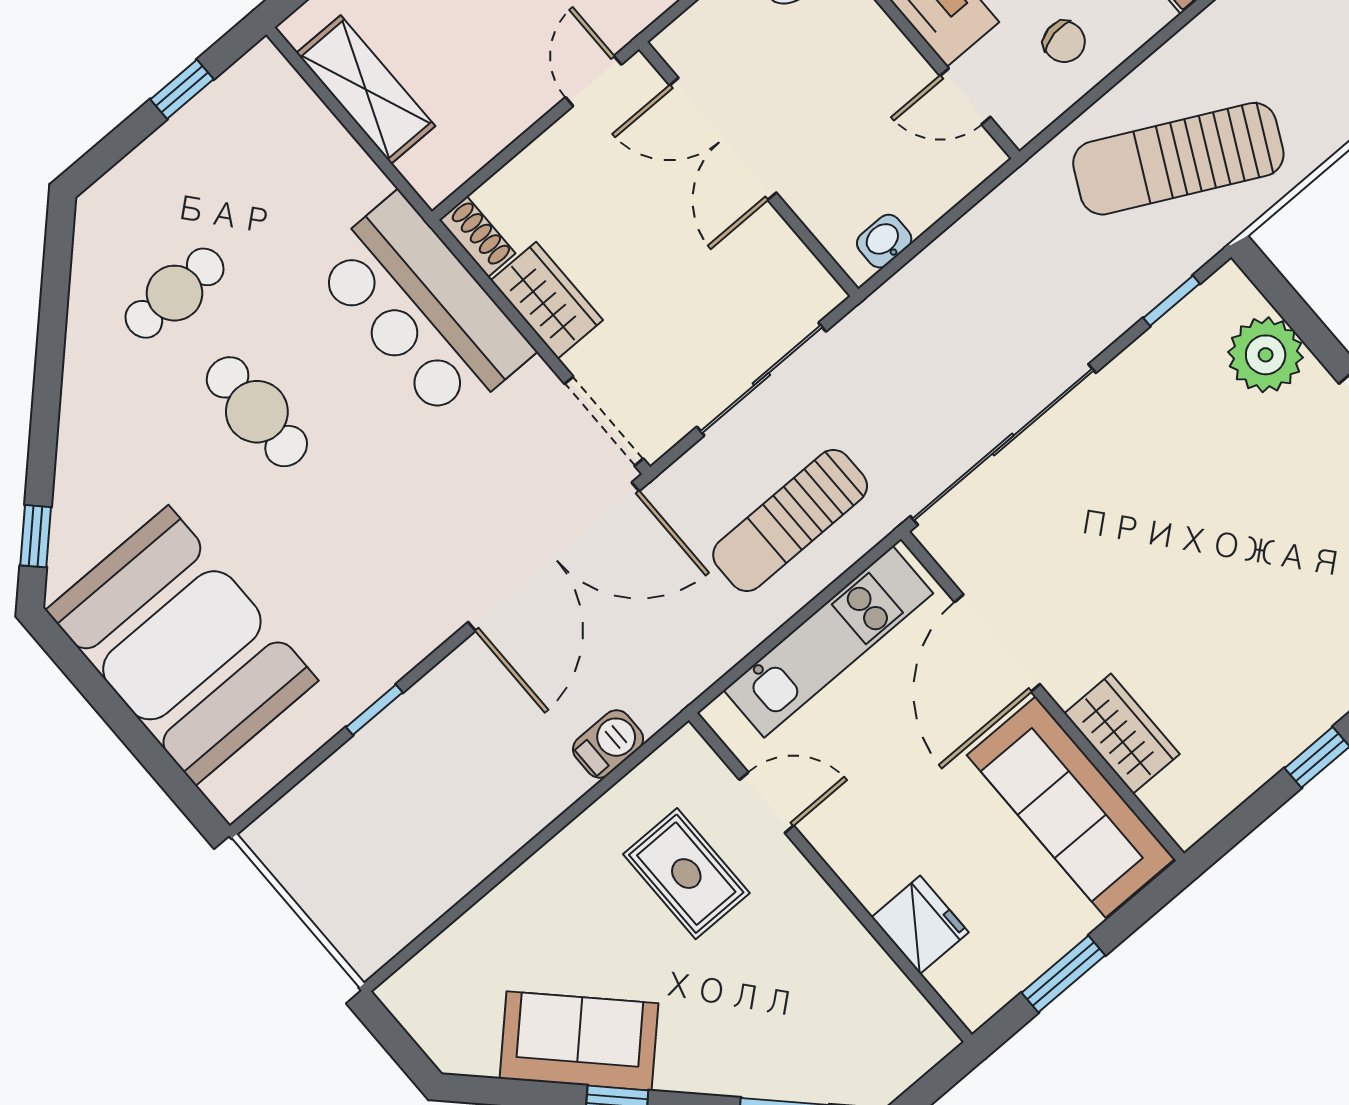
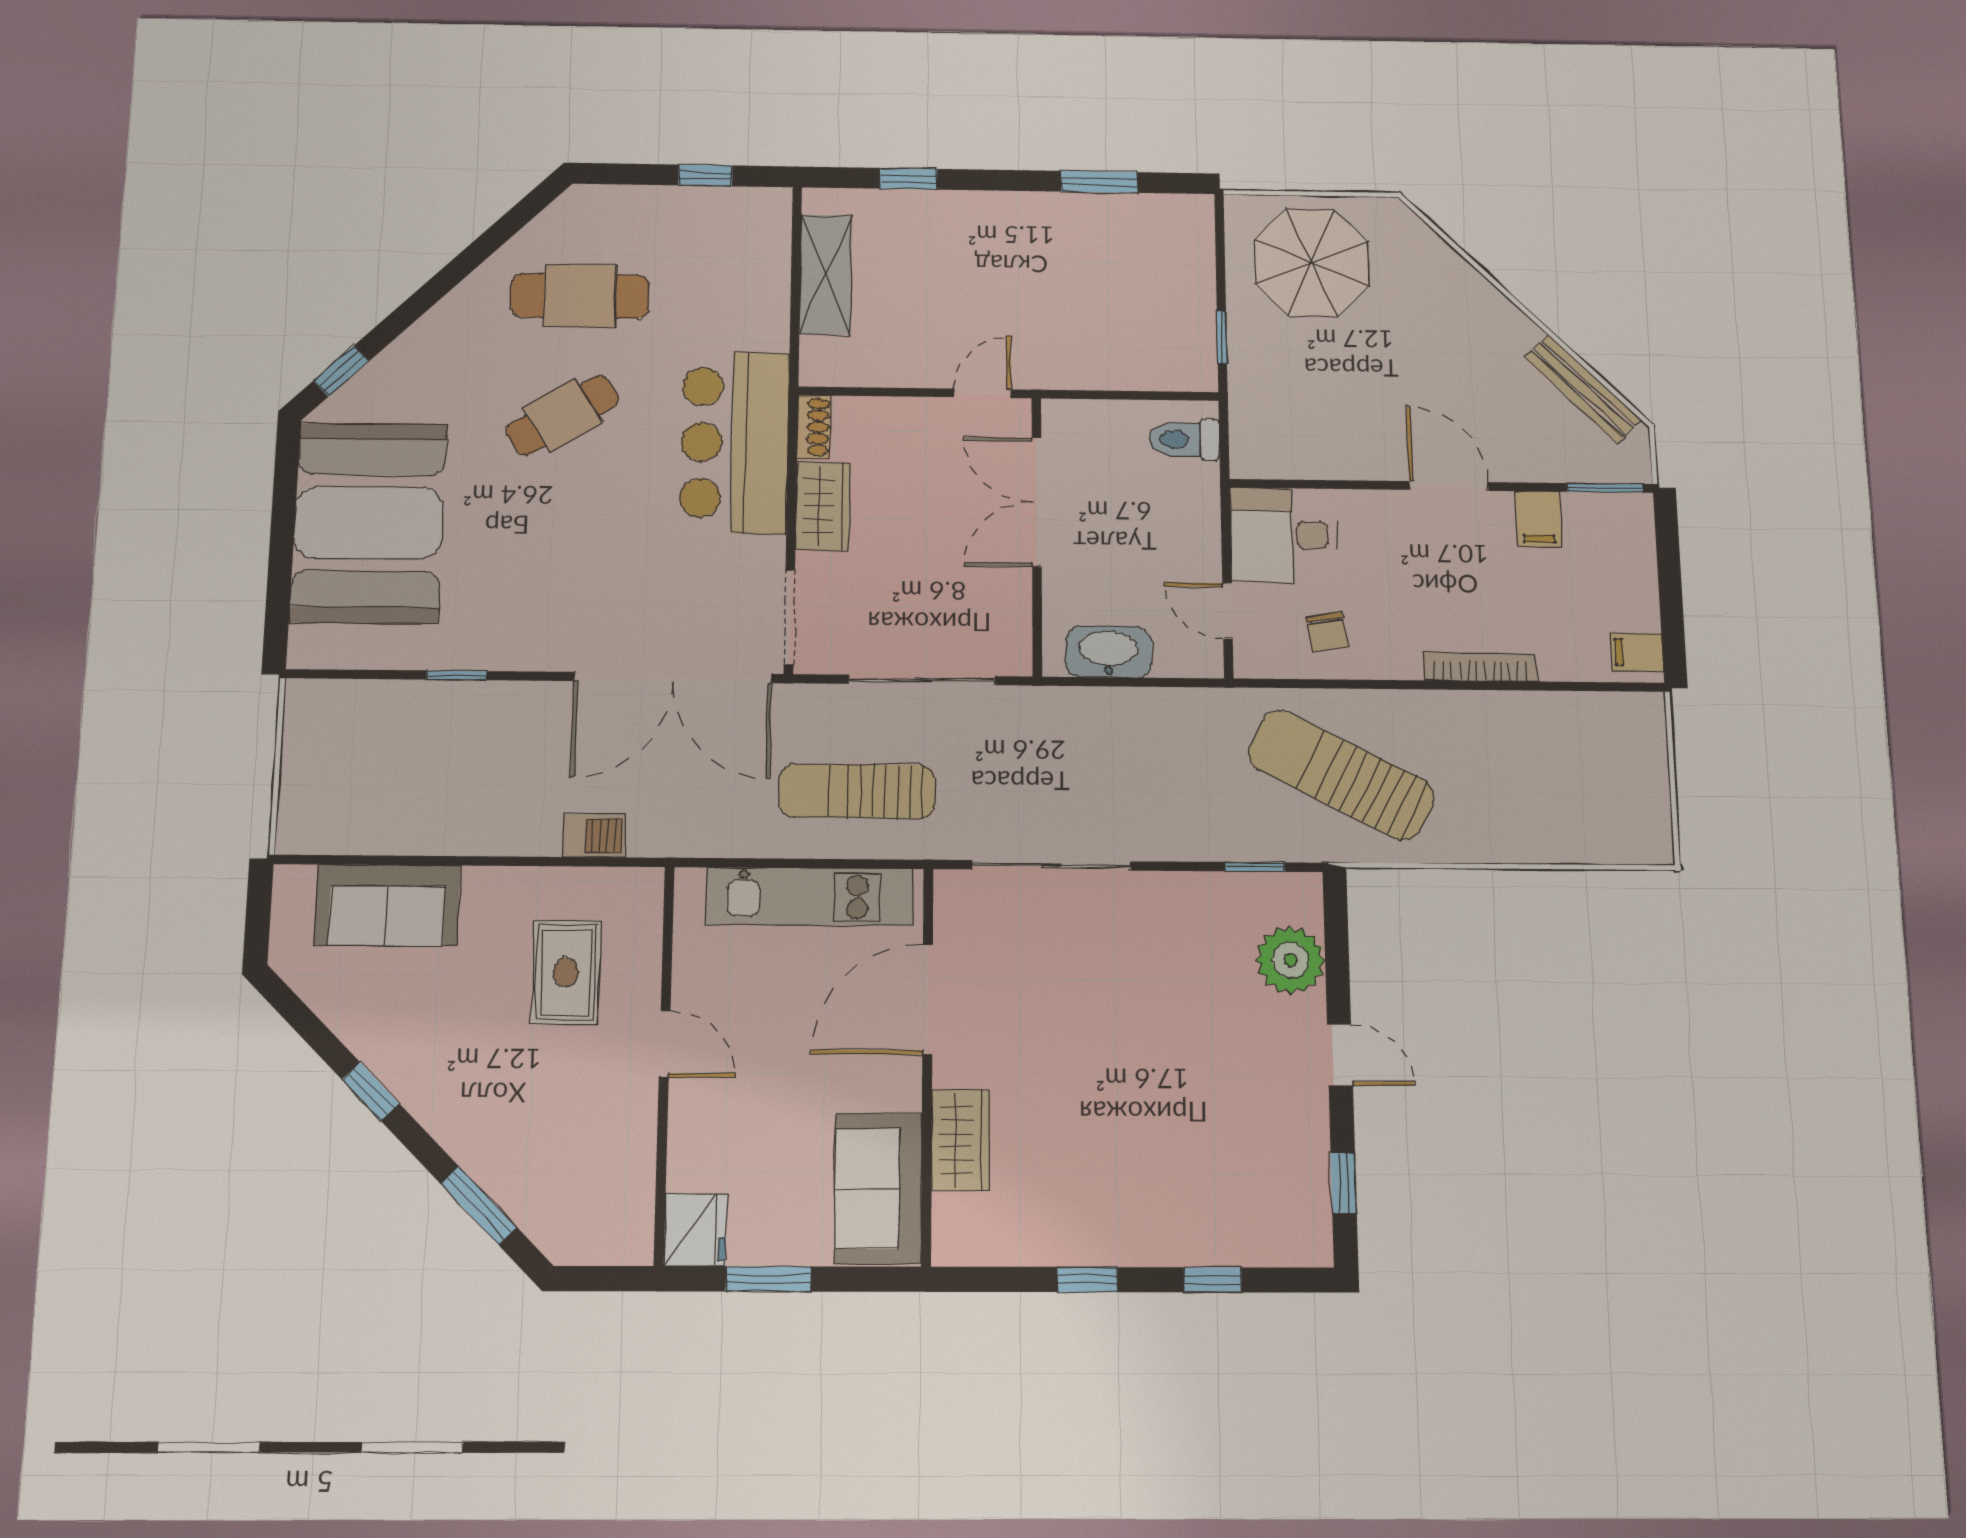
washbasin: (884, 241) -> (1109, 652), width x1.91, depth x1.45
cafe table: (175, 293) -> (580, 296), width x1.37, depth x1.35
cafe table: (257, 412) -> (563, 415), turned 58
sliding door: (1003, 445) -> (1051, 865), width x0.73
door: (767, 803) -> (665, 1044), moved
sofa: (1071, 807) -> (878, 1188), width x0.73
fridge: (920, 925) -> (695, 1230), moved
sofa: (579, 1041) -> (387, 905), moved, turned 135

